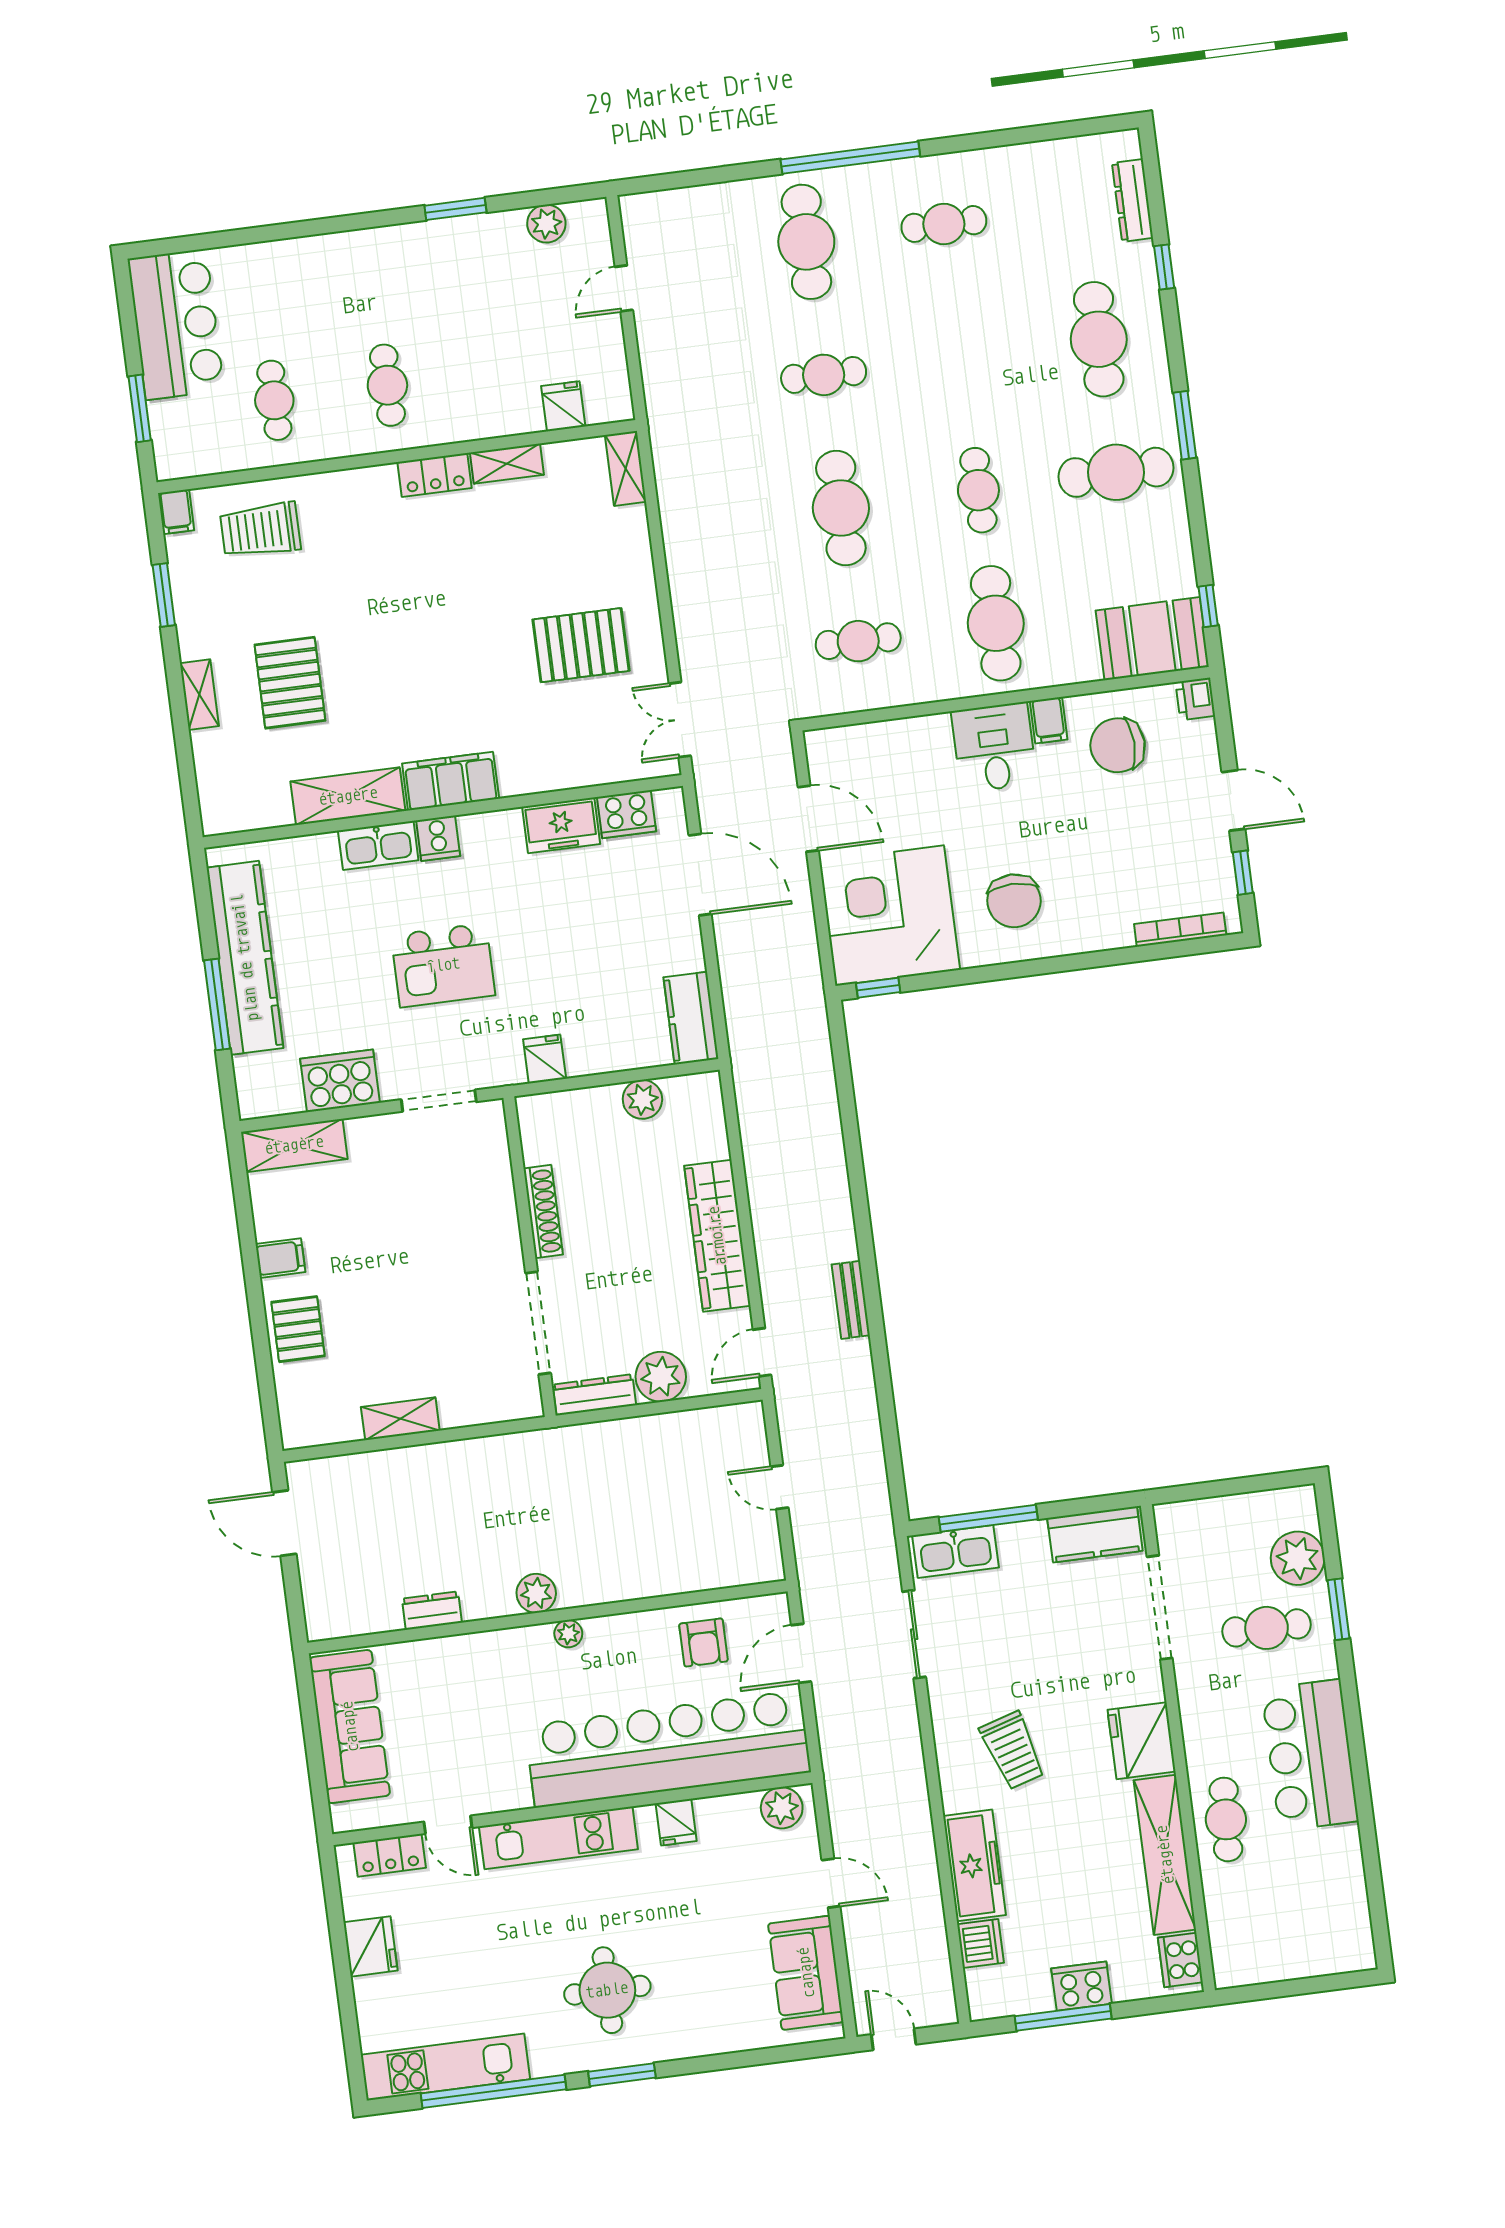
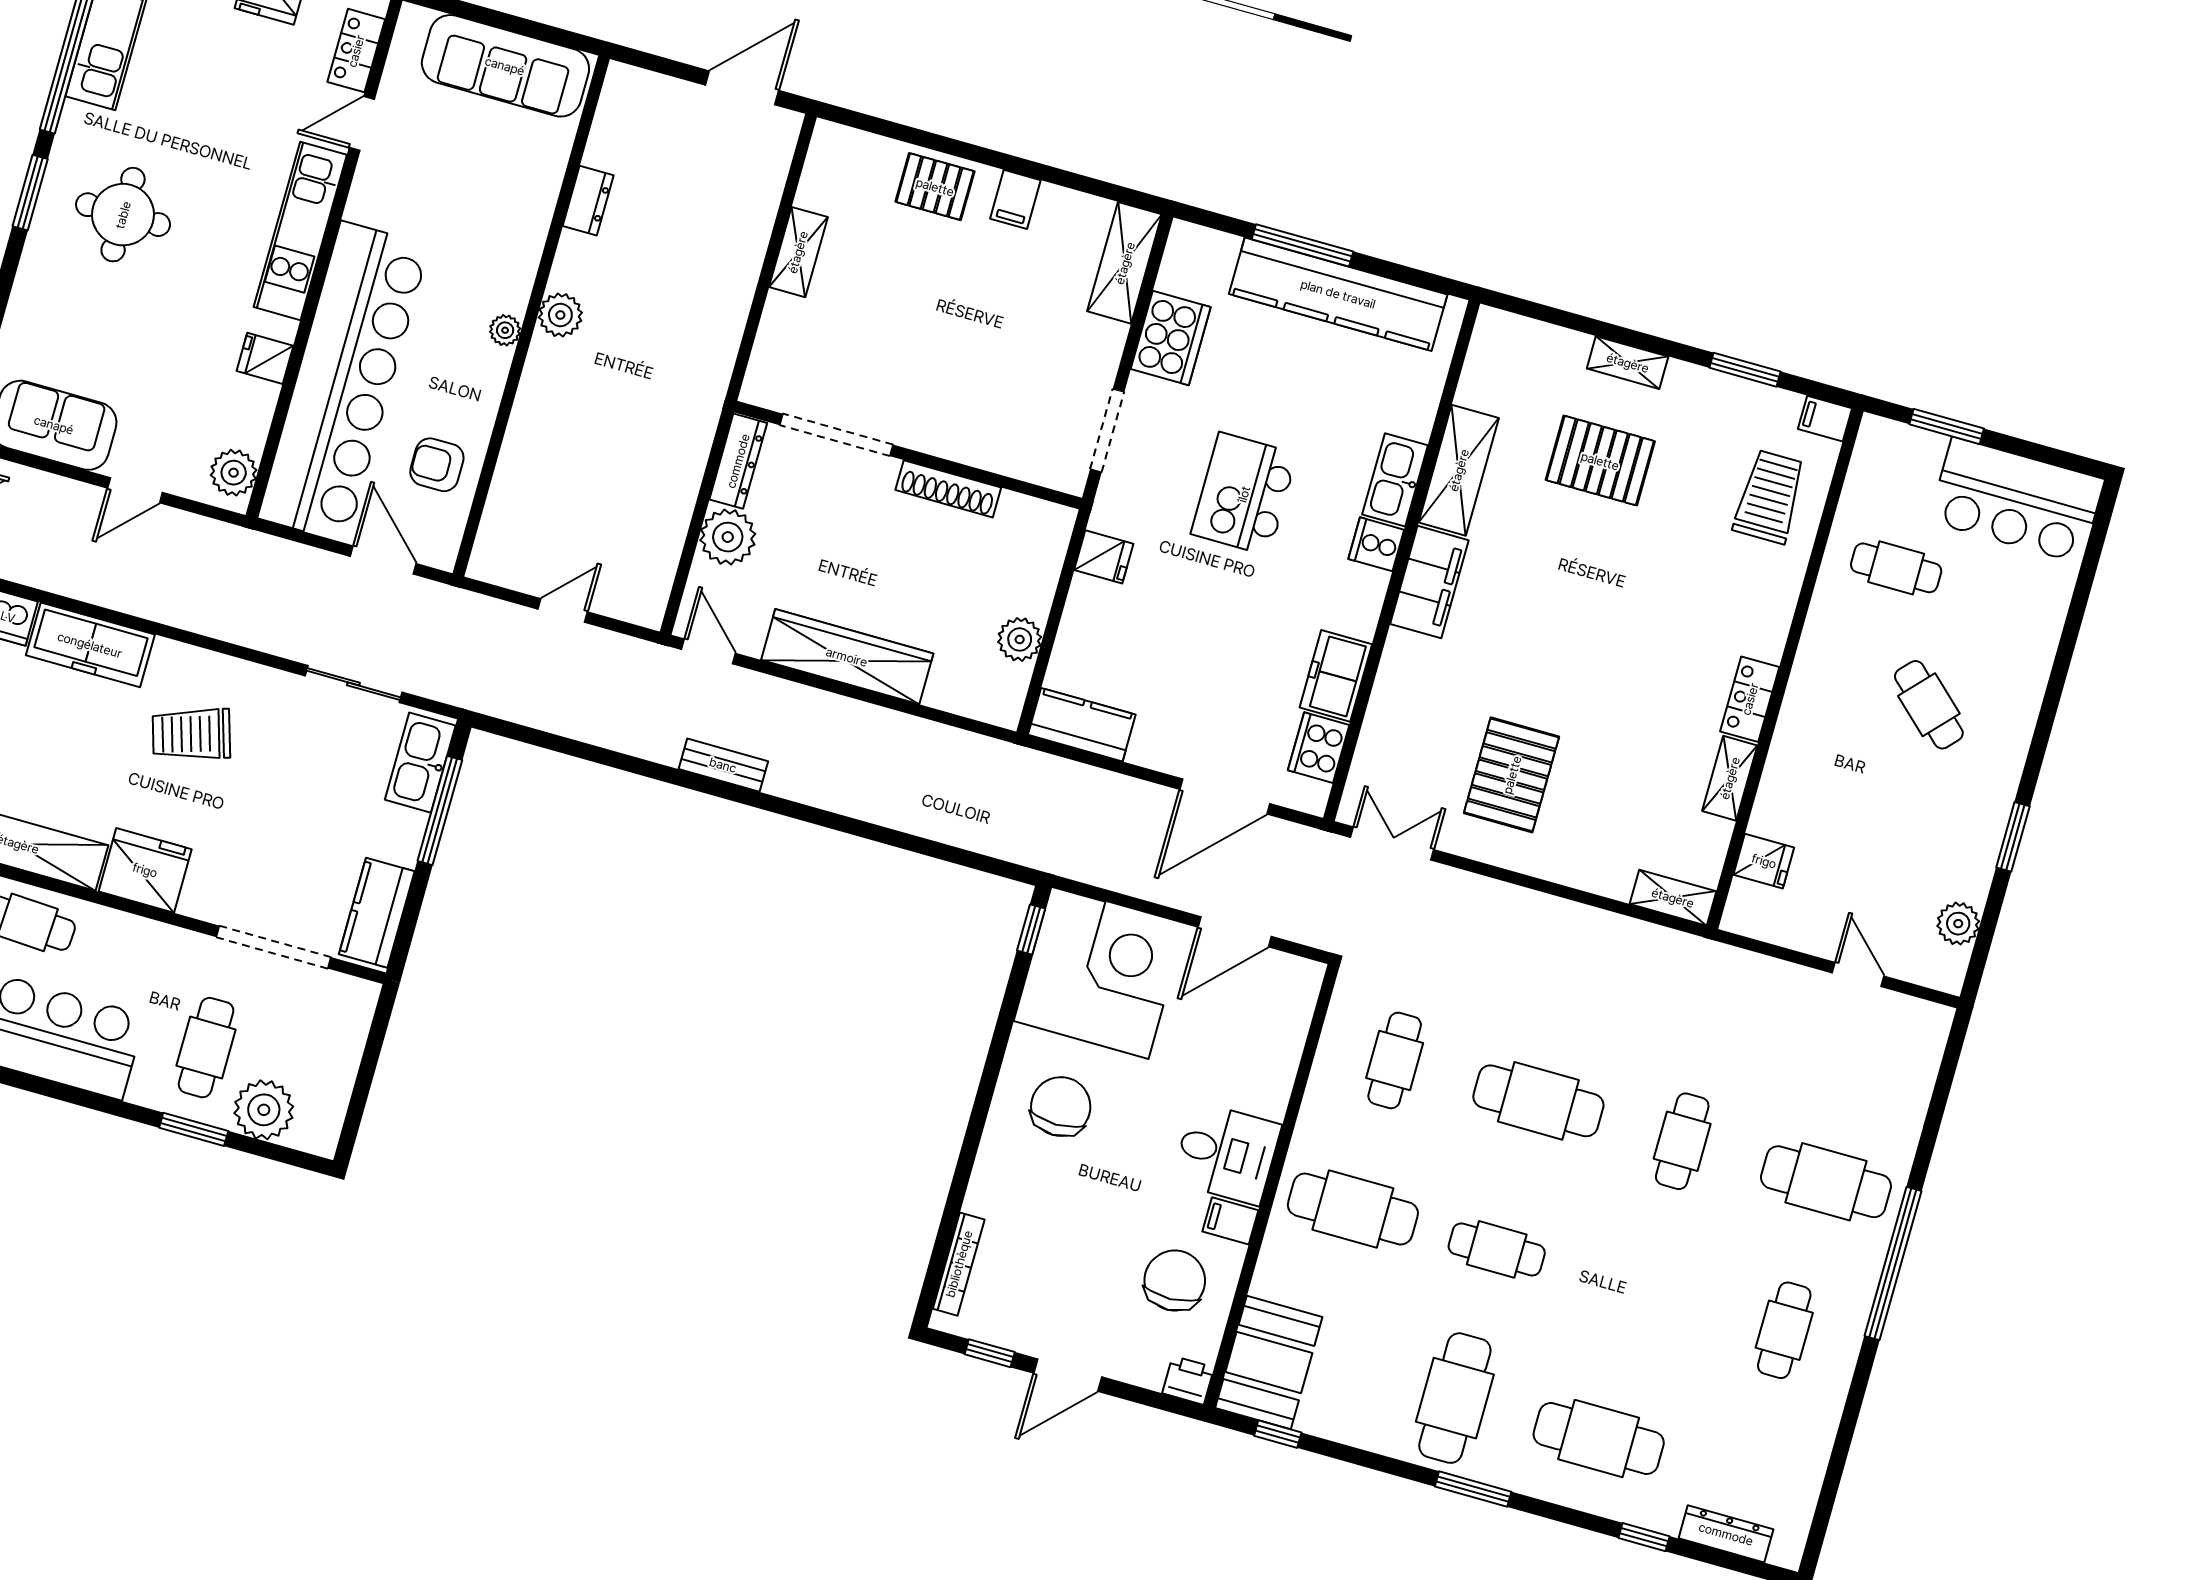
cafe table: (387, 385) -> (1929, 705), moved, turned 43
chair: (1014, 901) -> (1061, 1107), turned 90

